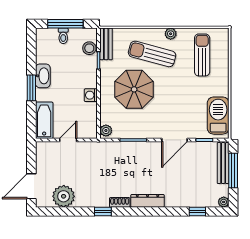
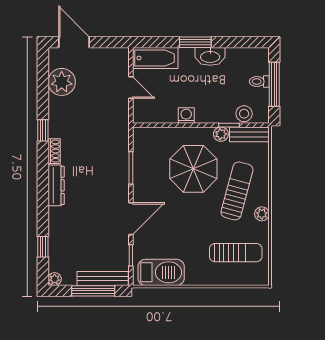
plant: (106, 131) -> (221, 134), moved
door: (174, 140) -> (131, 219), swing flipped

